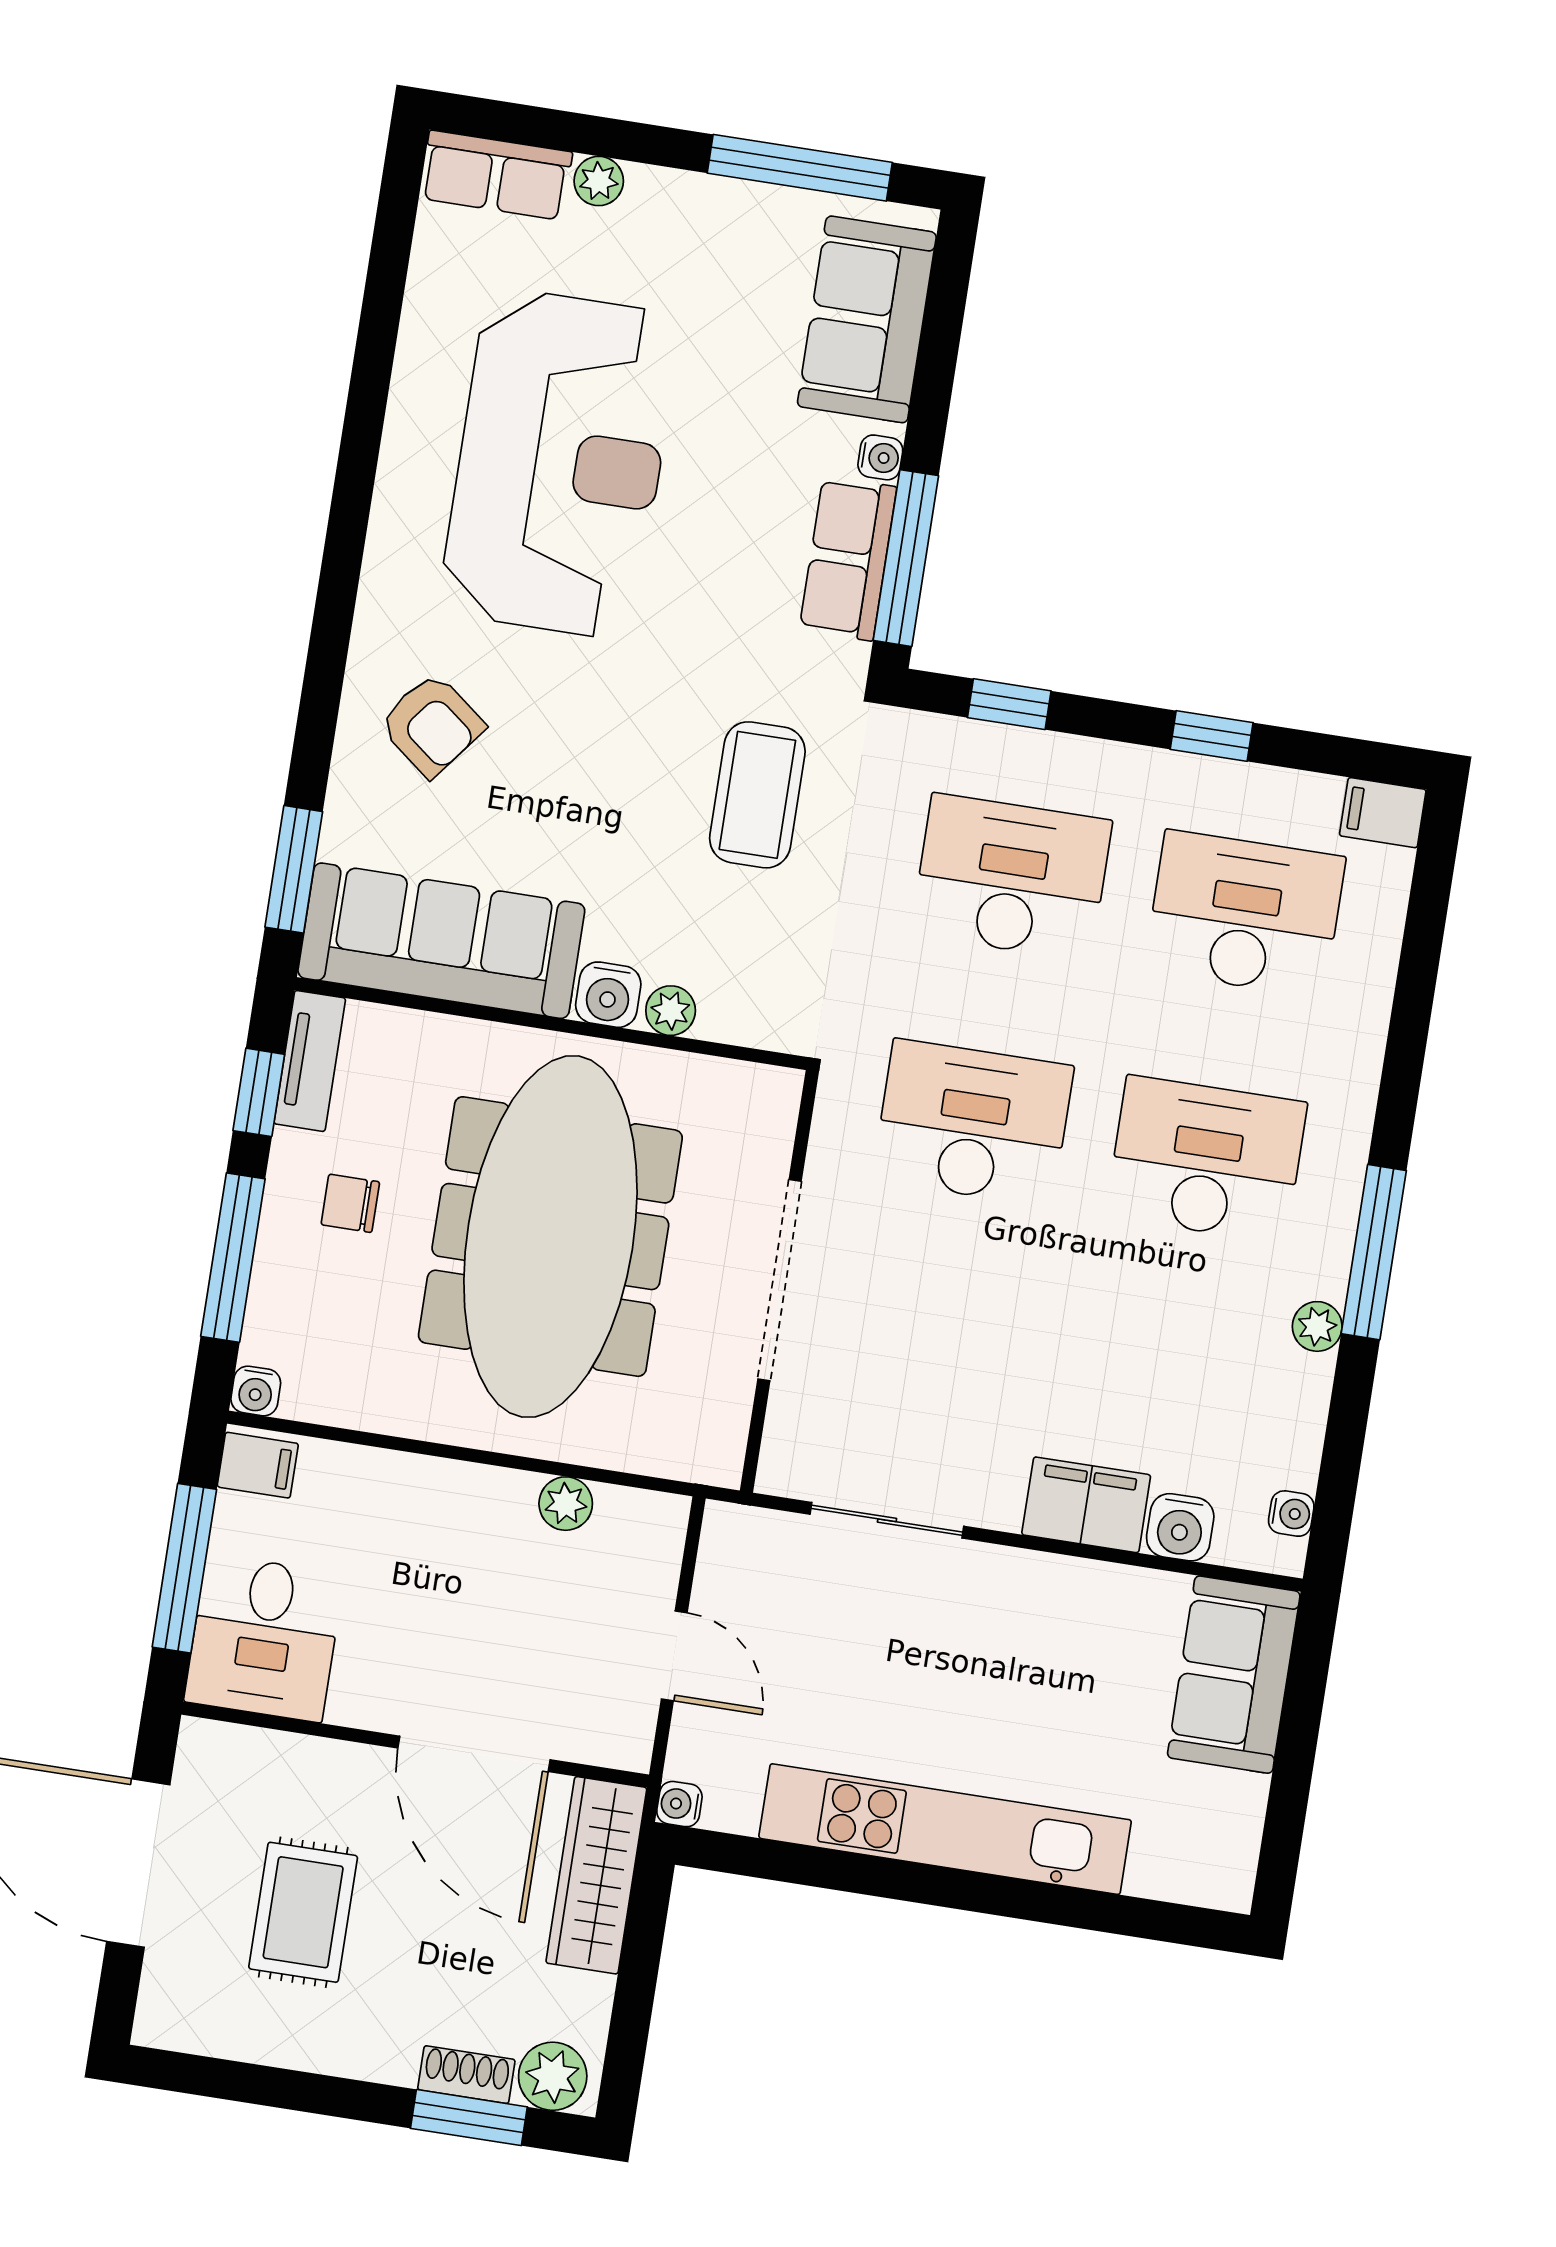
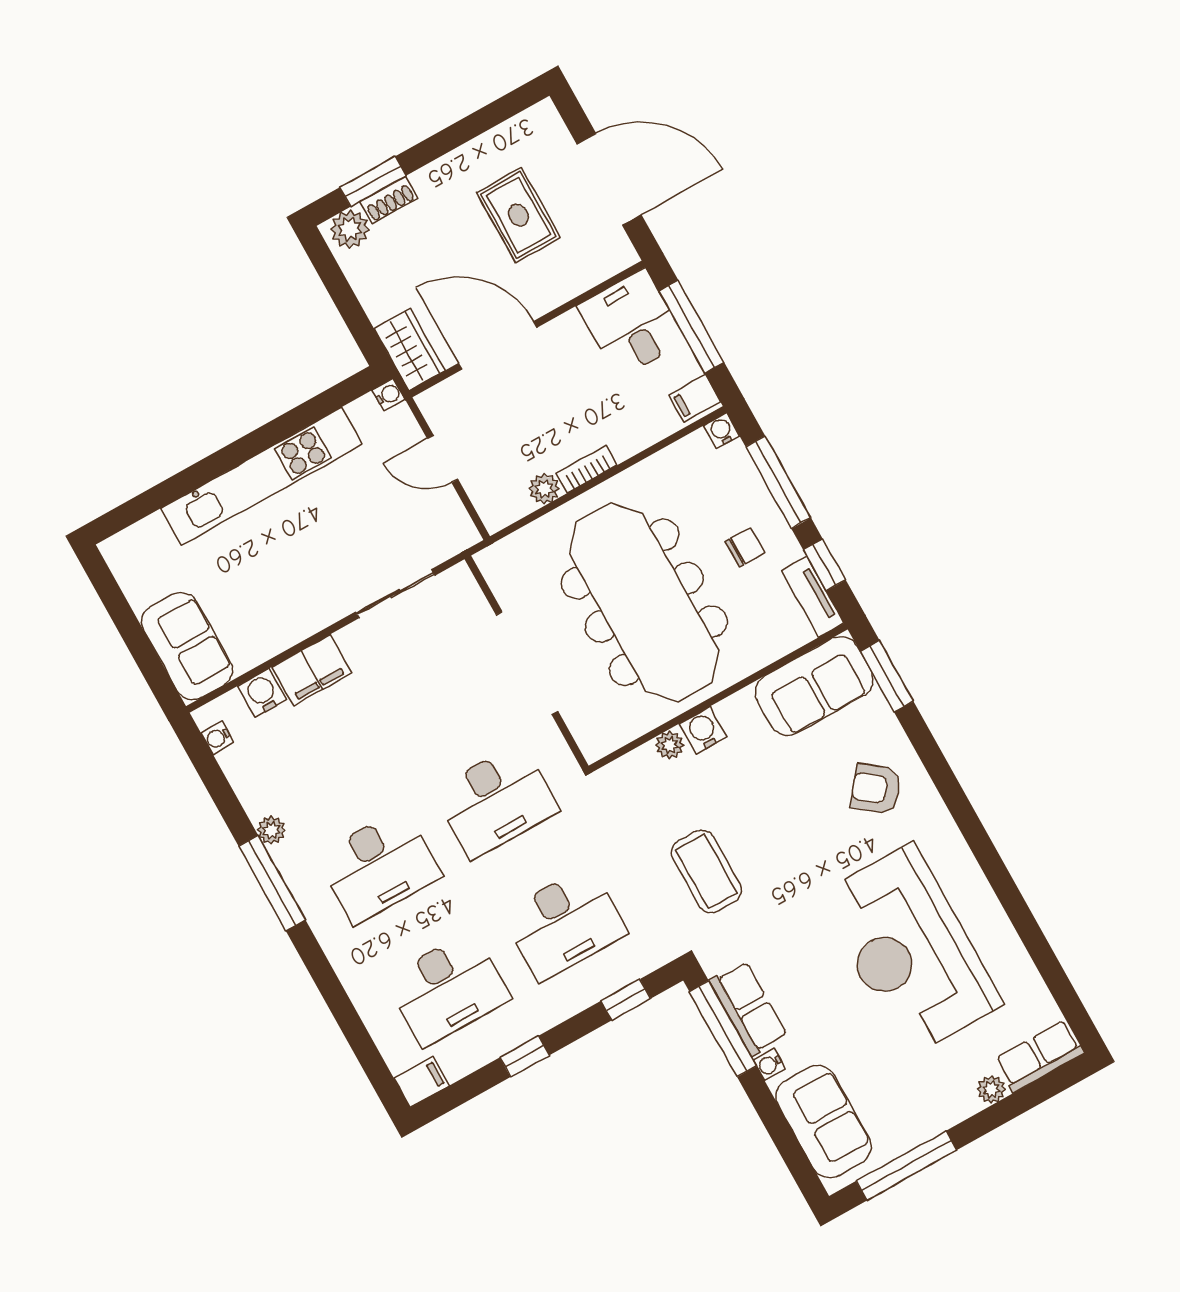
sofa: (441, 941) -> (814, 686), width x0.73
bookcase: (485, 1484) -> (587, 469), added
wardrobe: (596, 1875) -> (409, 350), width x0.67

